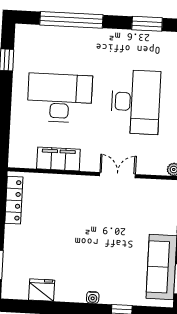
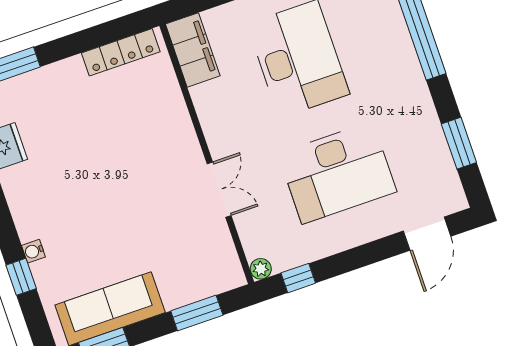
filing cabinet: (58, 159) -> (193, 50), moved
water cooler: (93, 297) -> (33, 251), moved

